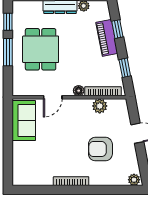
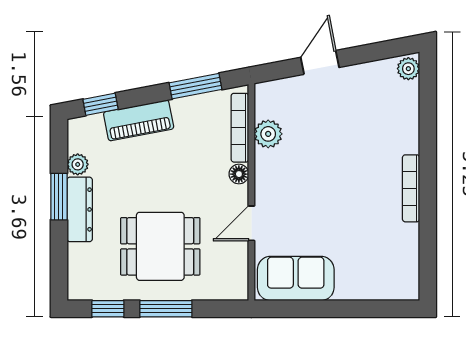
window: (117, 29) -> (101, 104), moved
window: (125, 68) -> (195, 86), width x1.50
door: (53, 97) -> (251, 223), swing flipped
armchair: (100, 149) -> (350, 133), removed

